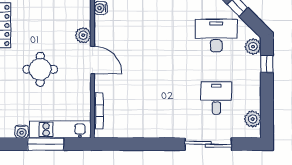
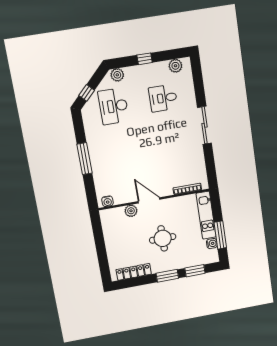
door: (92, 60) -> (149, 200), hinge flipped
window: (267, 64) -> (145, 59), moved
window: (46, 144) -> (220, 235), moved
sliding door: (208, 144) -> (204, 125), moved

